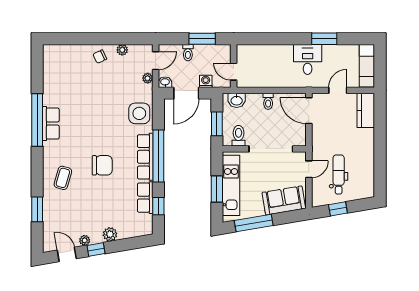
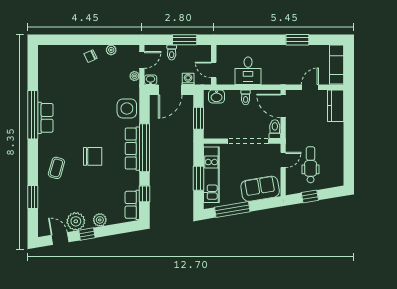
desk: (308, 59) -> (248, 71), moved, turned 180
toilet: (239, 136) -> (275, 129), moved
row of seats: (145, 198) -> (132, 205), moved
plant: (85, 240) -> (76, 221), width x1.88, depth x1.88

